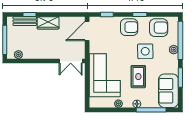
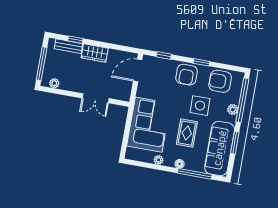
armchair: (129, 27) -> (187, 75), turned 90
armchair: (159, 28) -> (220, 81), turned 180
double door: (71, 61) -> (96, 98), moved
sofa: (168, 91) -> (220, 148), width x1.36

